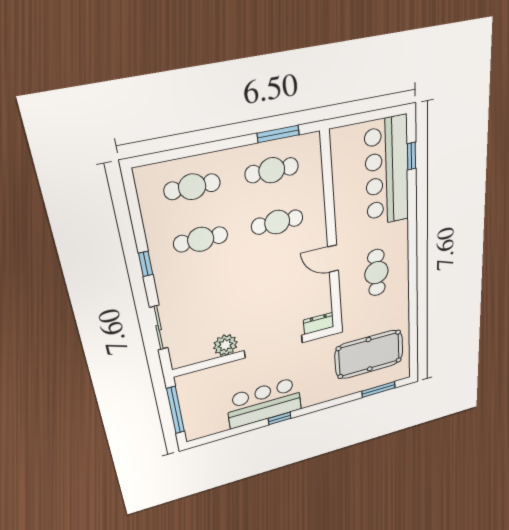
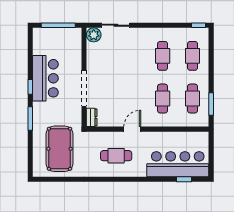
window: (146, 264) -> (198, 25), moved
plant: (225, 345) -> (94, 35), moved
window: (378, 389) -> (30, 119), moved

